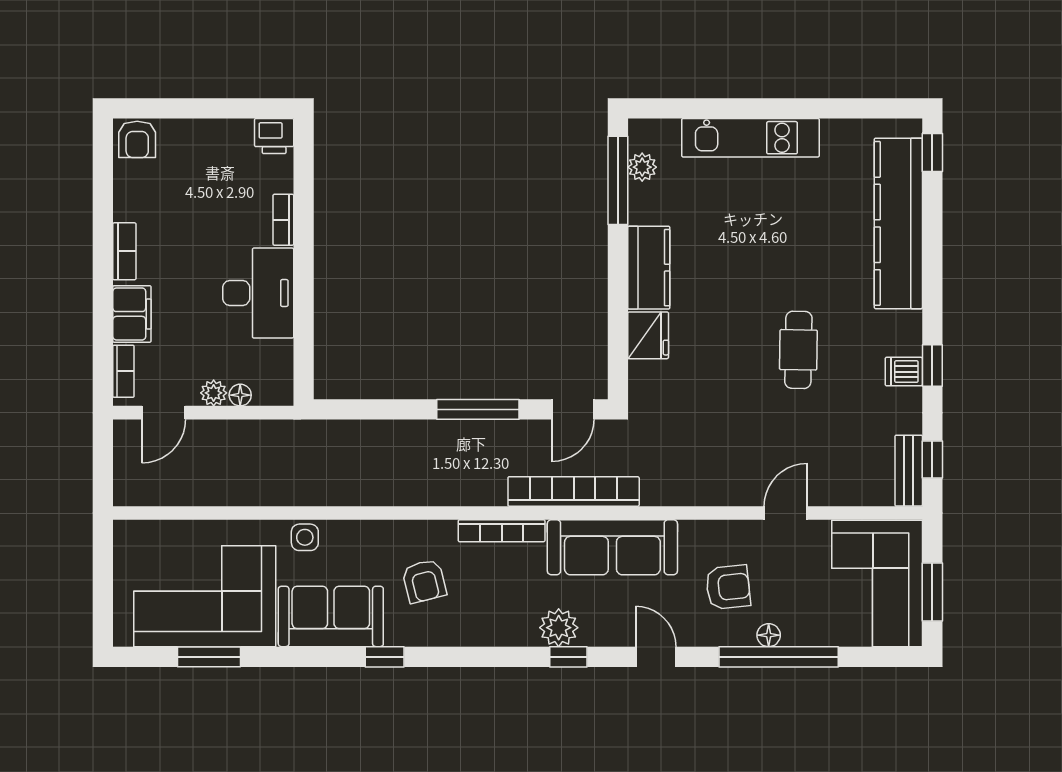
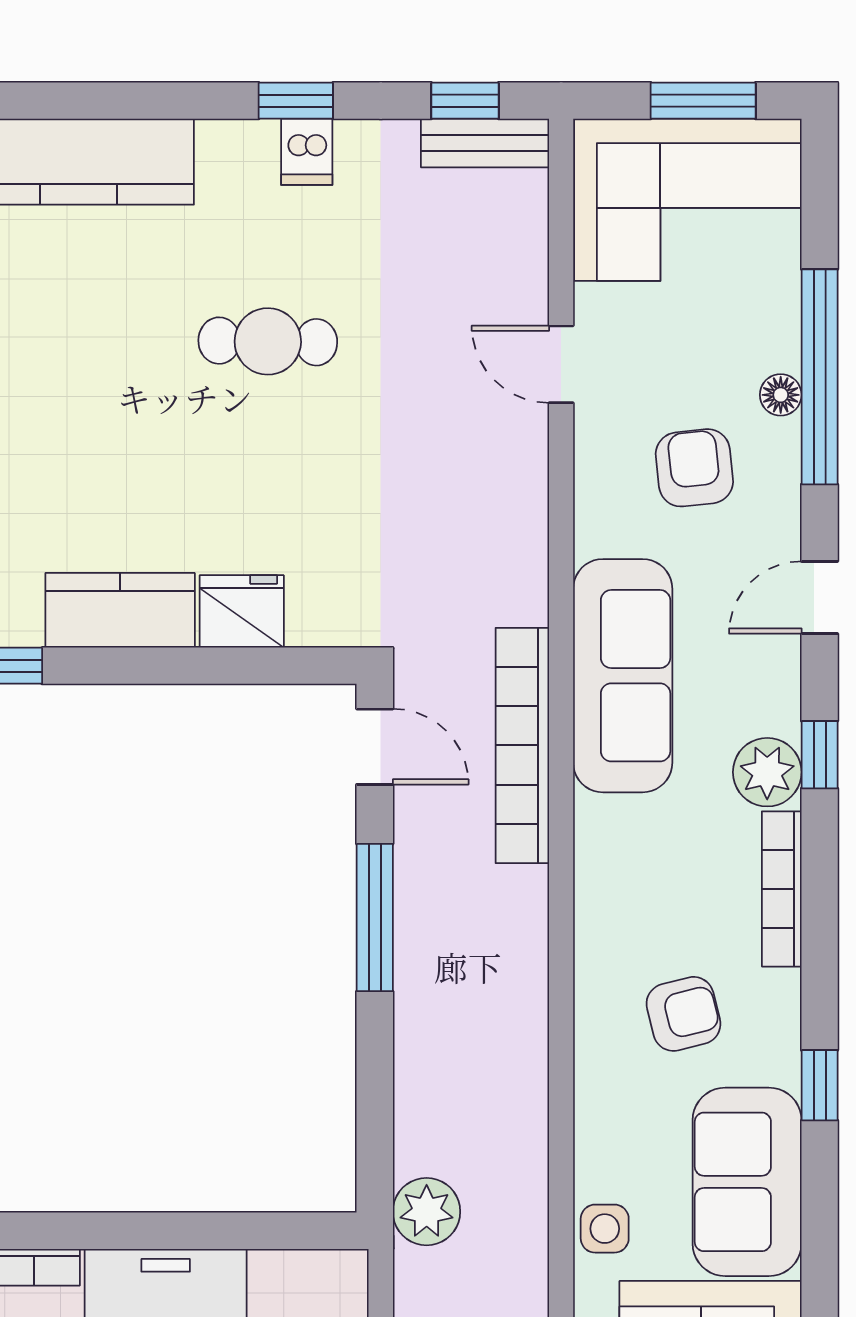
plant: (314, 438) -> (427, 1212), added
bookcase: (502, 531) -> (782, 889), moved, turned 180

